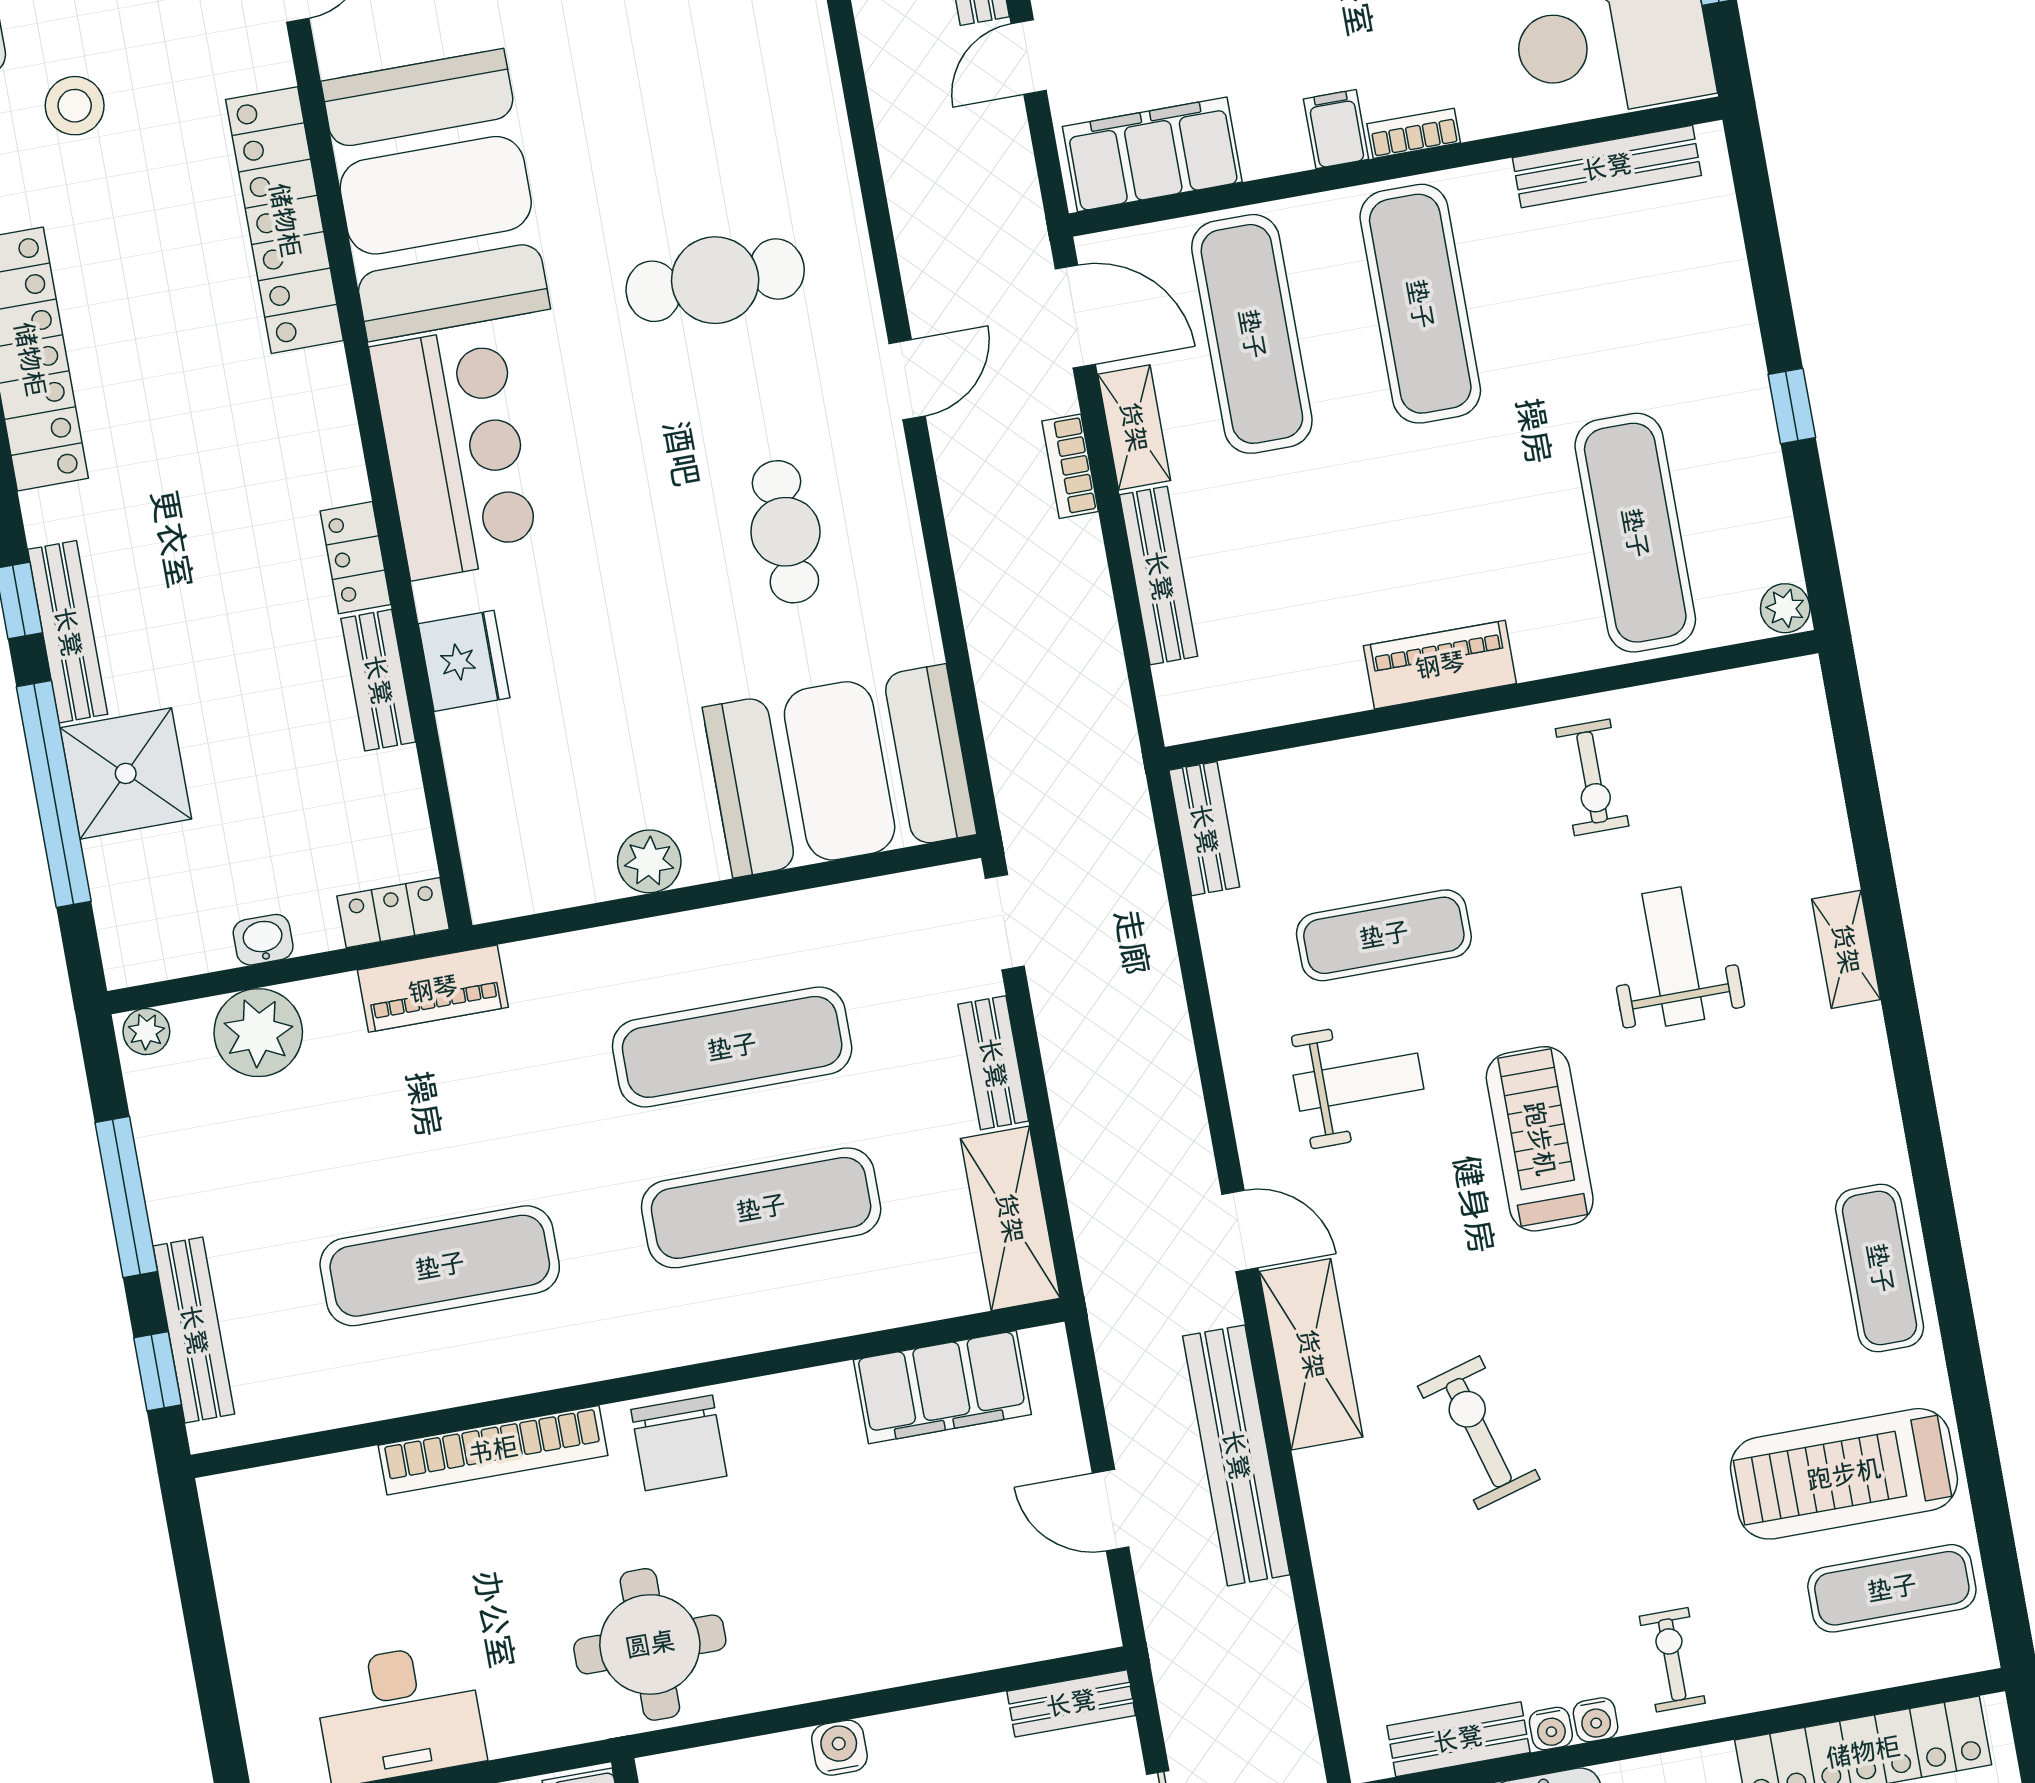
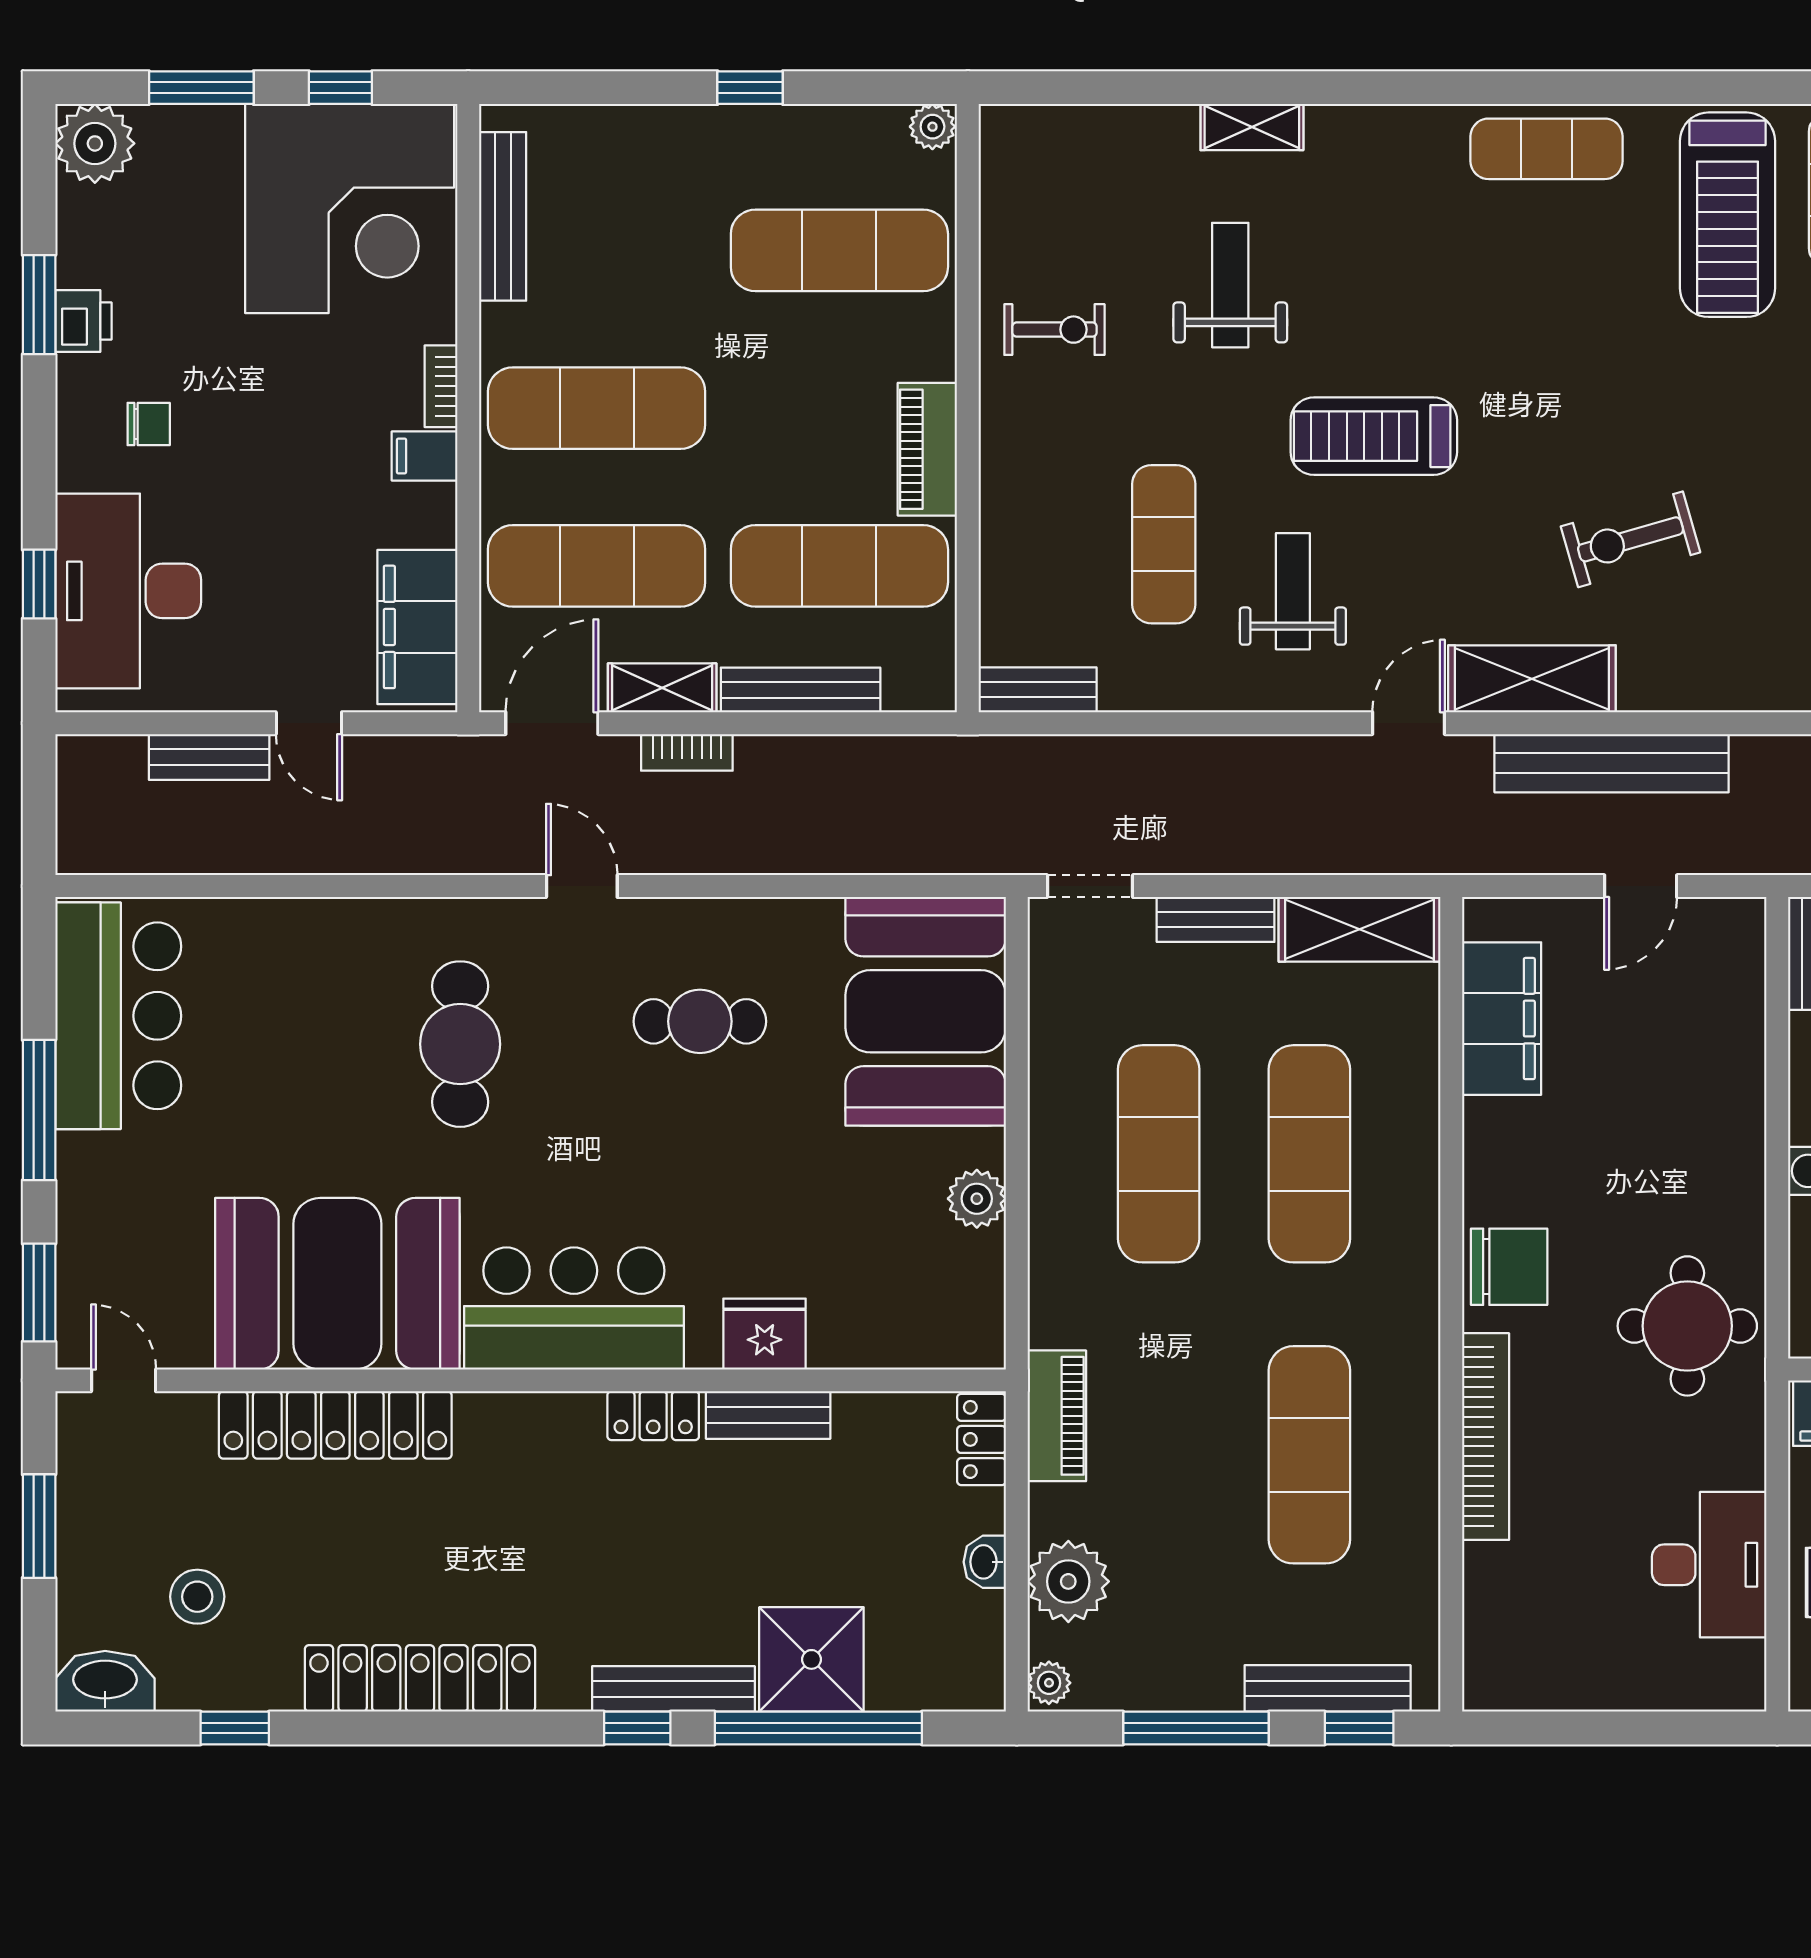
exercise mat: (1299, 593) -> (839, 566), added
weight bench: (1673, 957) -> (1230, 285), turned 90

